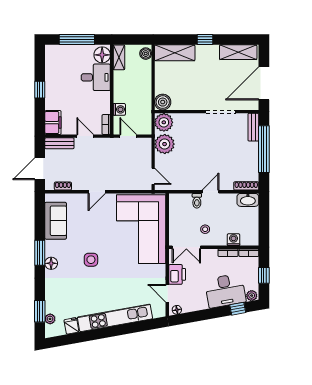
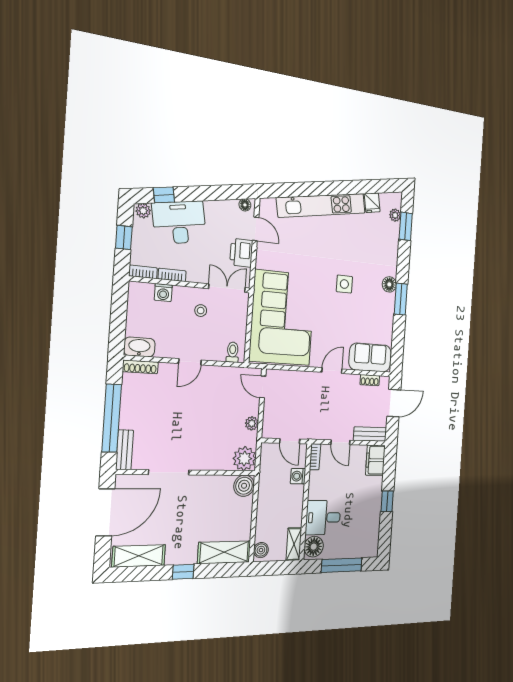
plant: (165, 144) -> (252, 423), width x0.53, depth x0.53
toilet: (197, 201) -> (233, 352), moved
sofa: (56, 221) -> (370, 357), moved, turned 90

